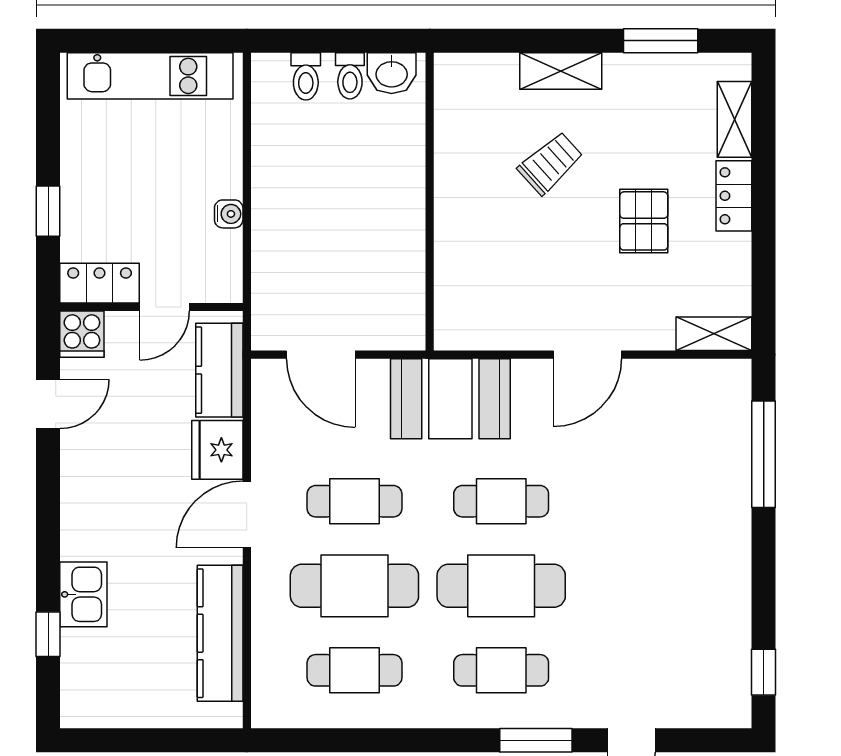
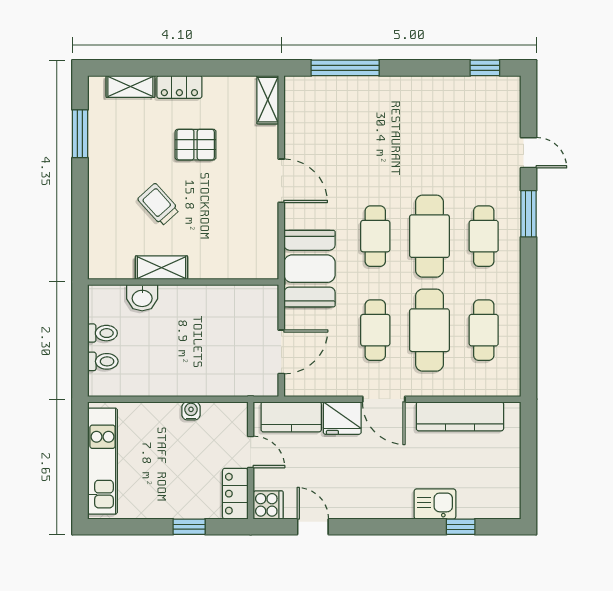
shelving: (561, 71) -> (161, 268), moved, turned 90
washbasin: (392, 73) -> (142, 298), moved, turned 90

